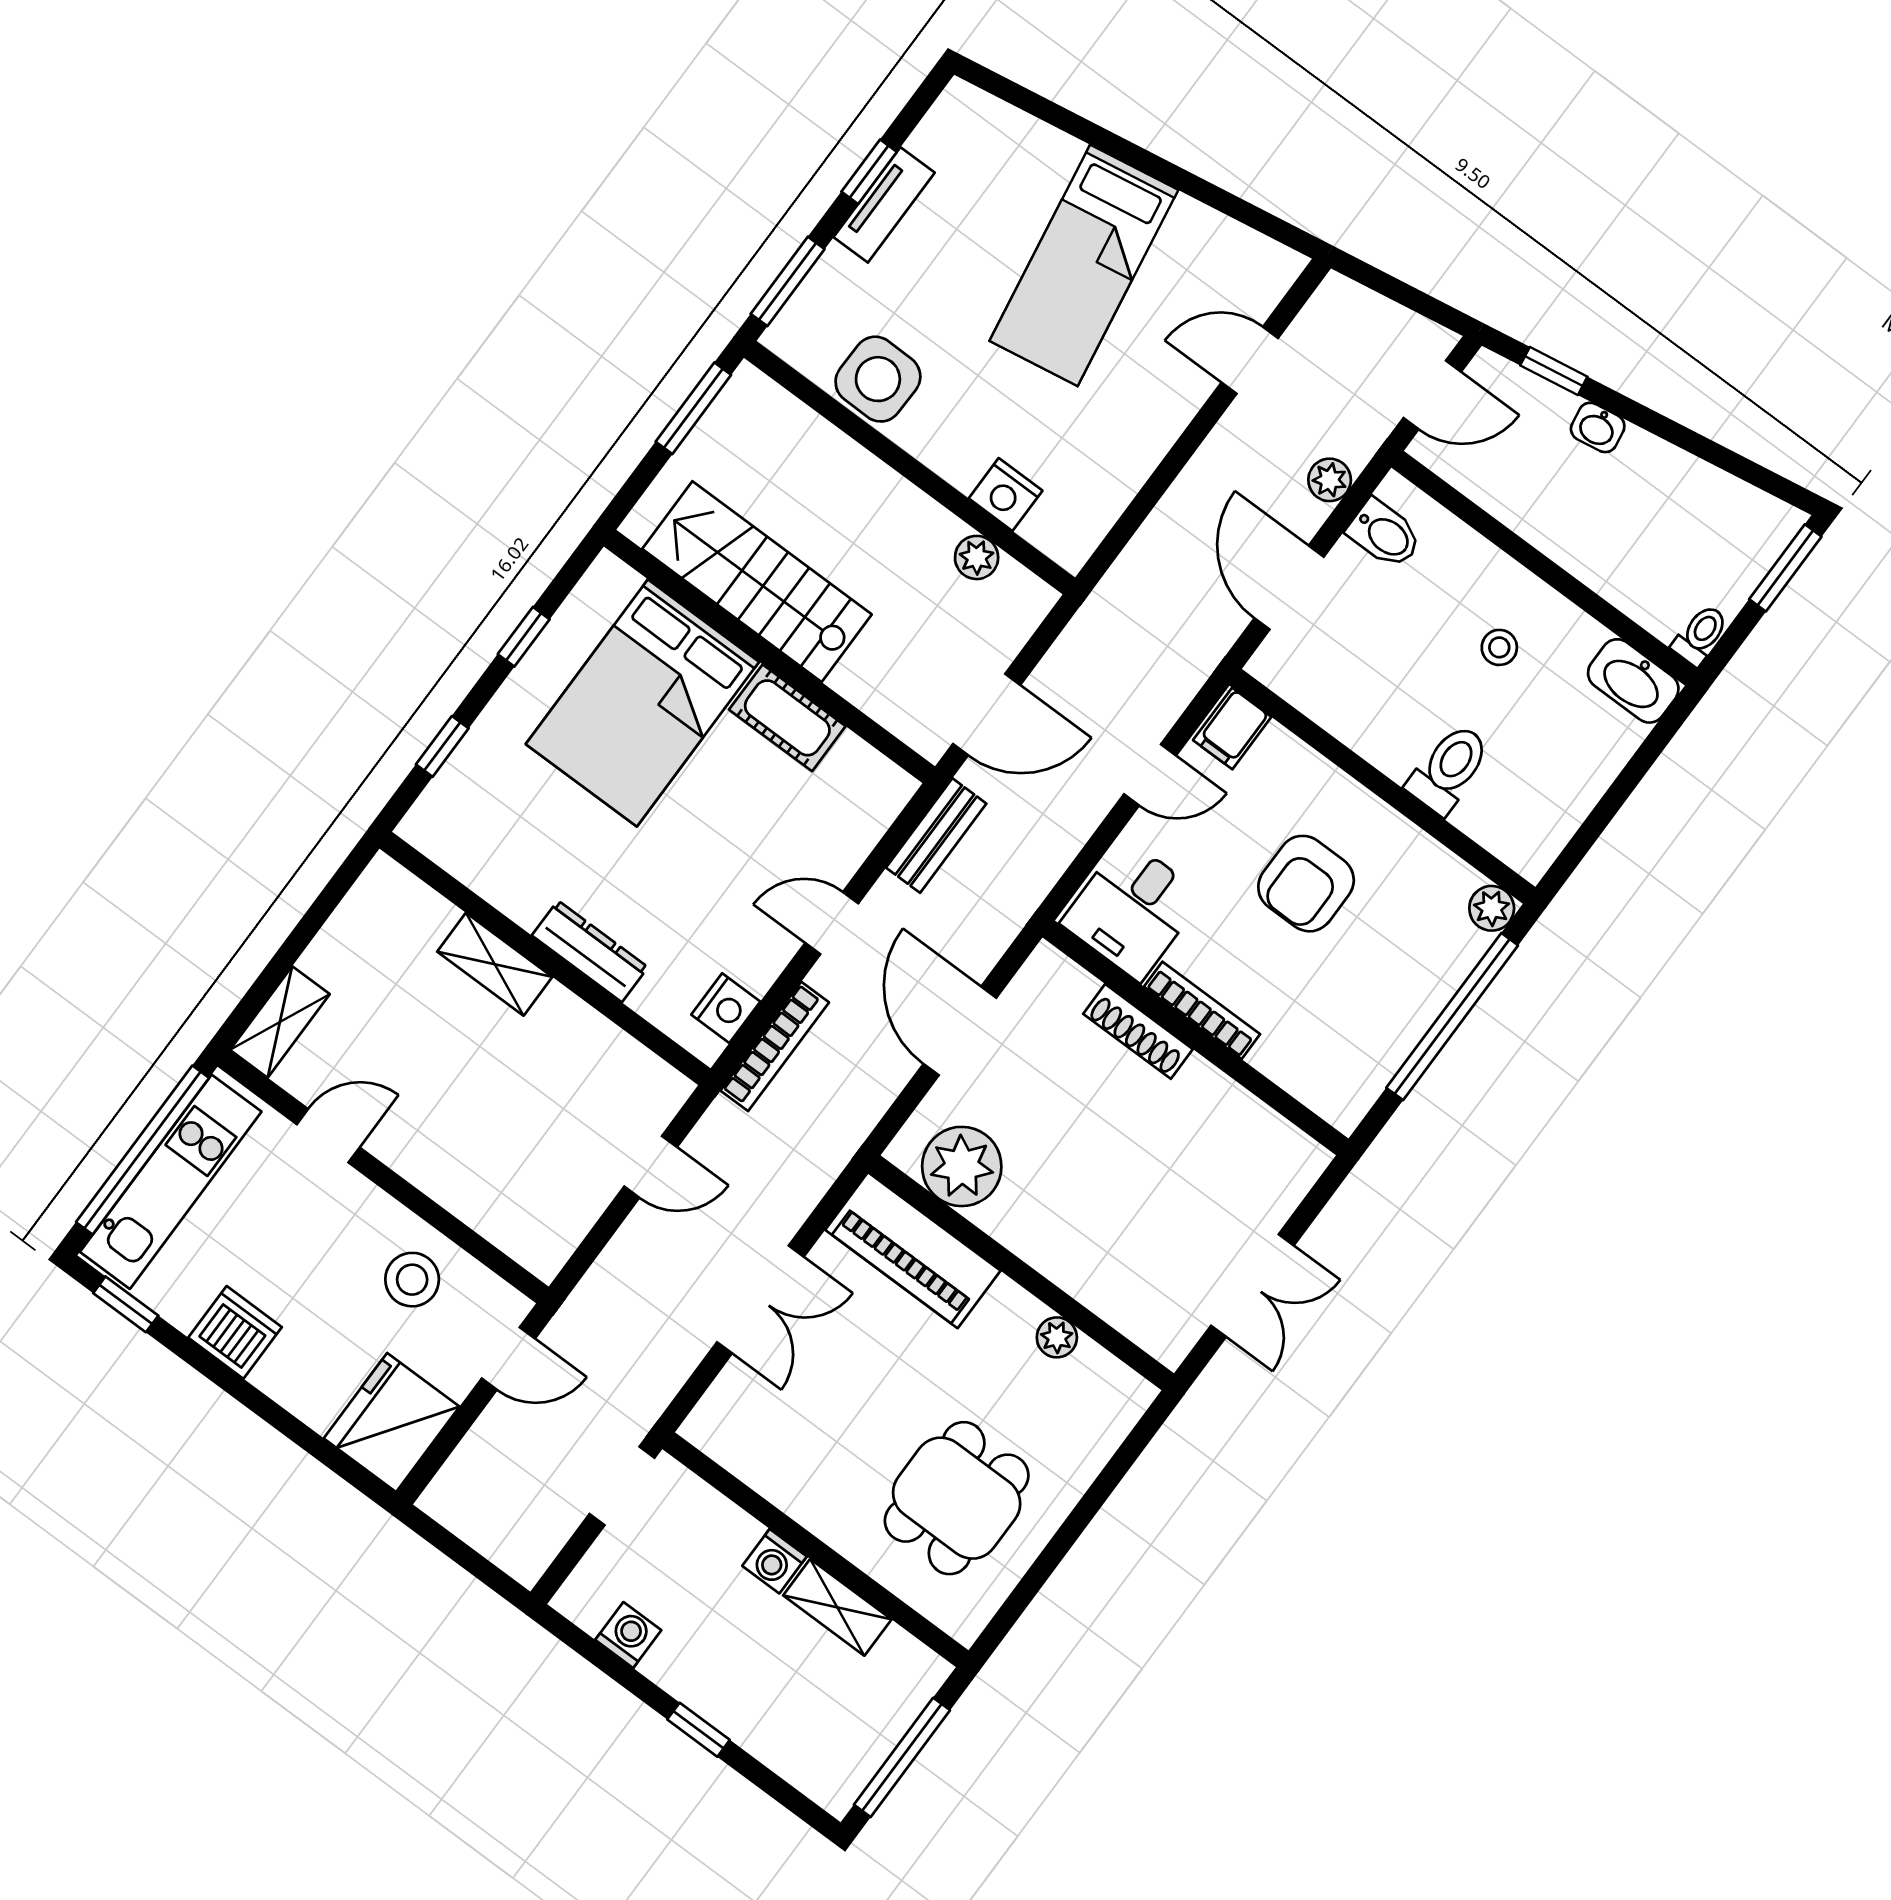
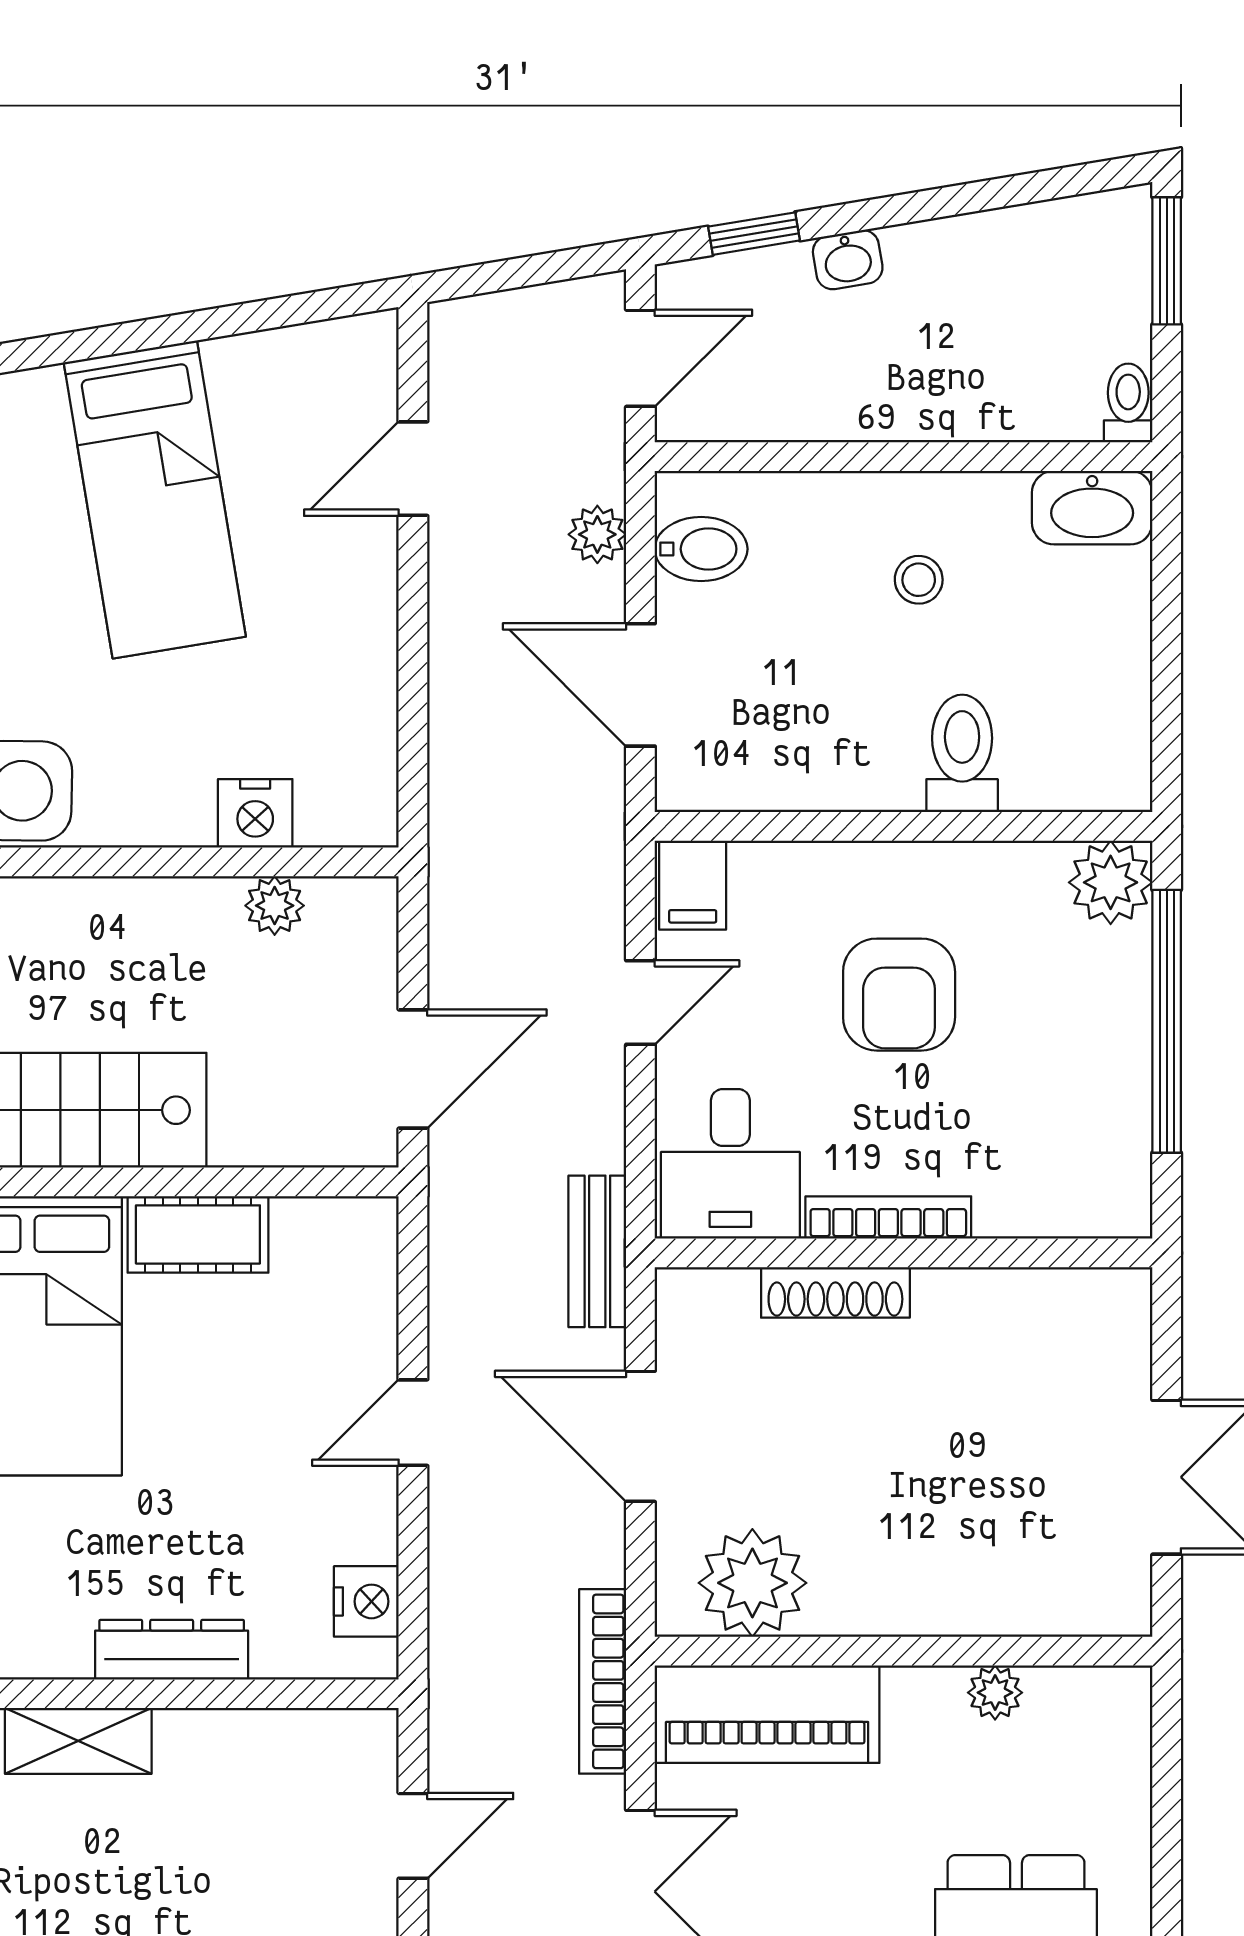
bench: (936, 836) -> (597, 1251), moved
plant: (1492, 908) -> (1111, 882), width x1.38, depth x1.38
bookcase: (775, 1046) -> (603, 1681), moved, turned 180

